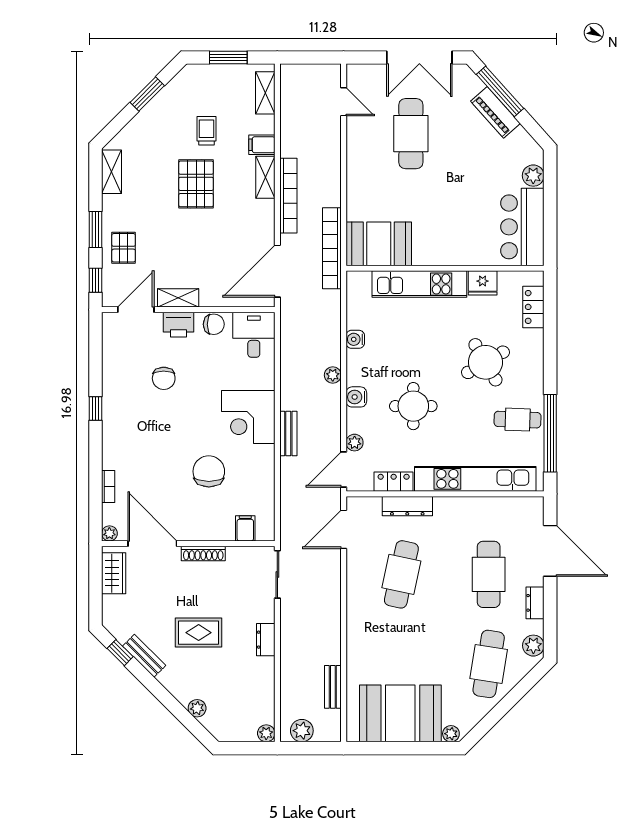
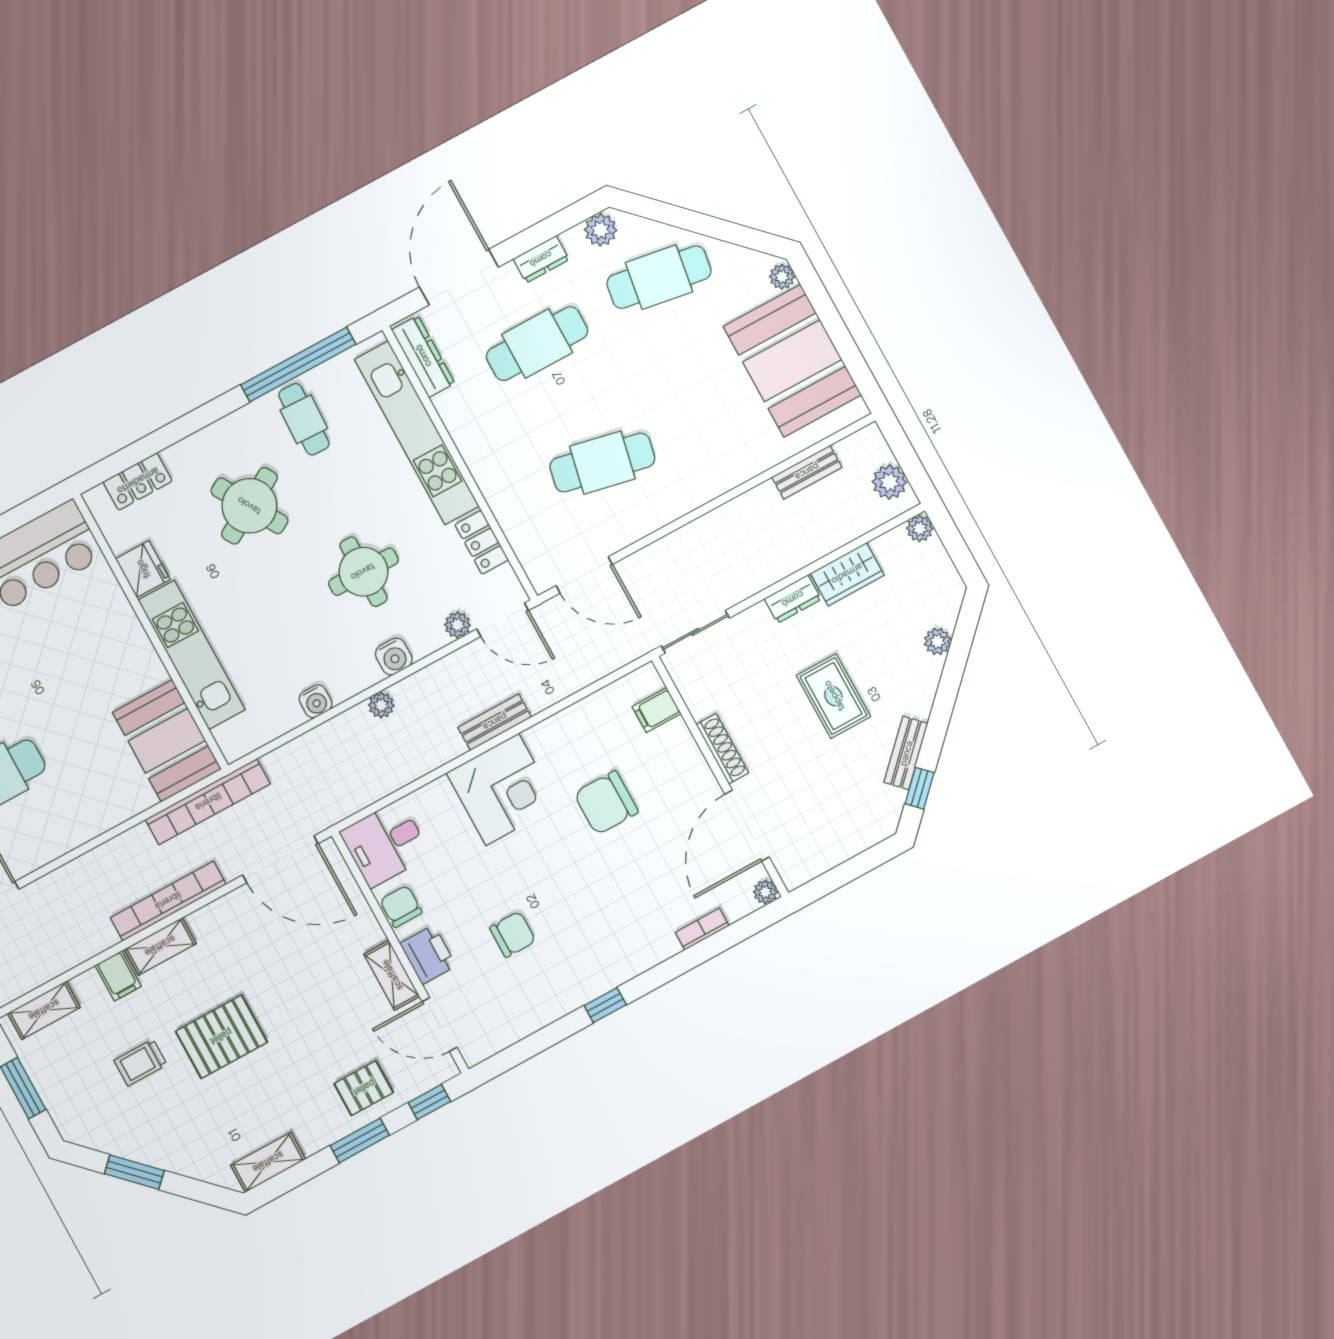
dresser: (407, 506) -> (423, 356), moved
wardrobe: (114, 573) -> (847, 574), moved, turned 180

